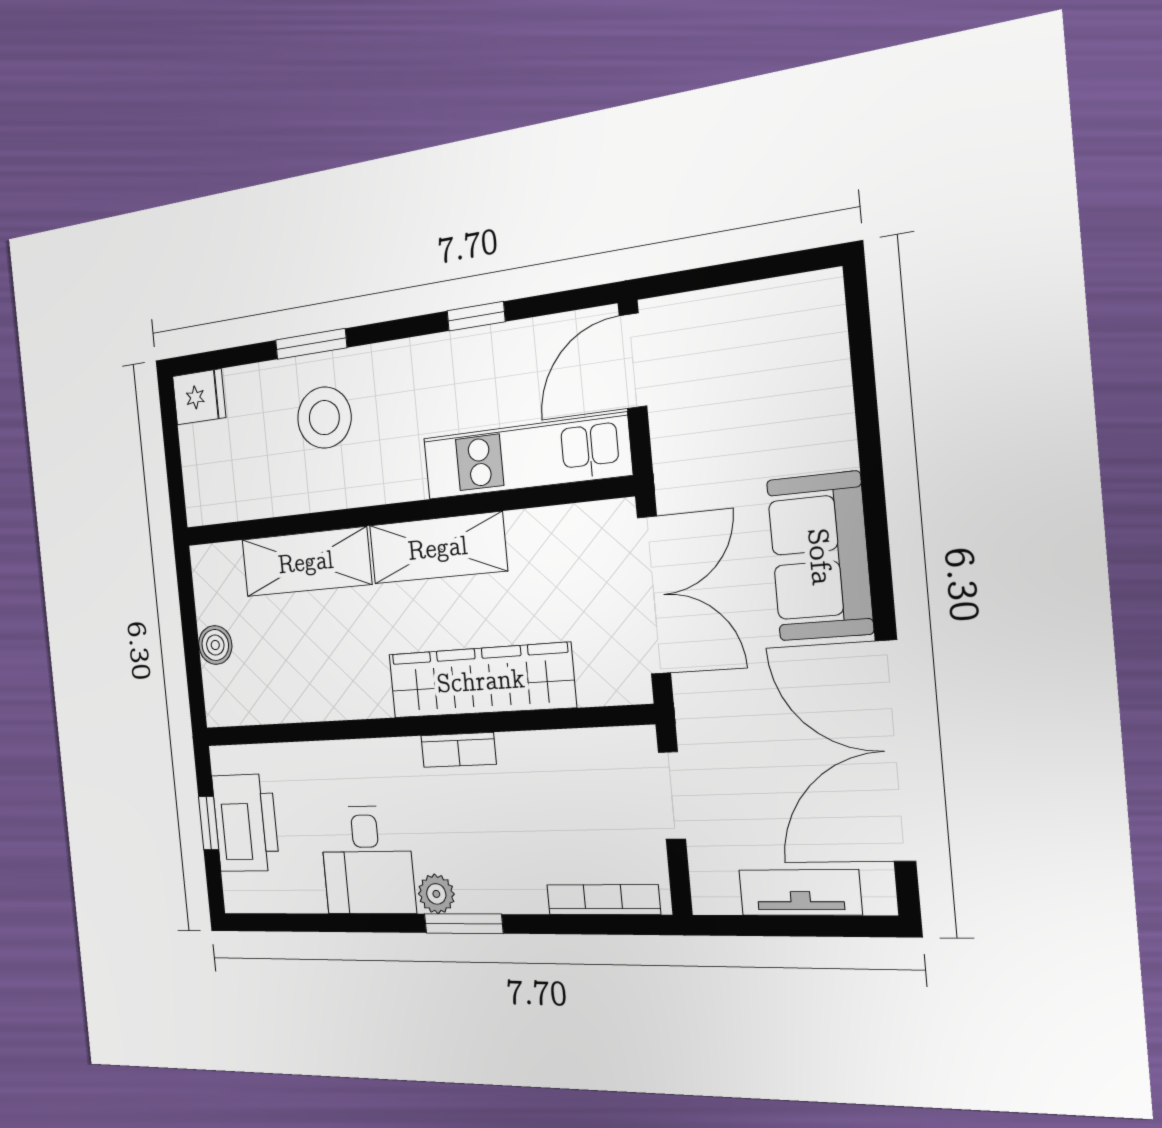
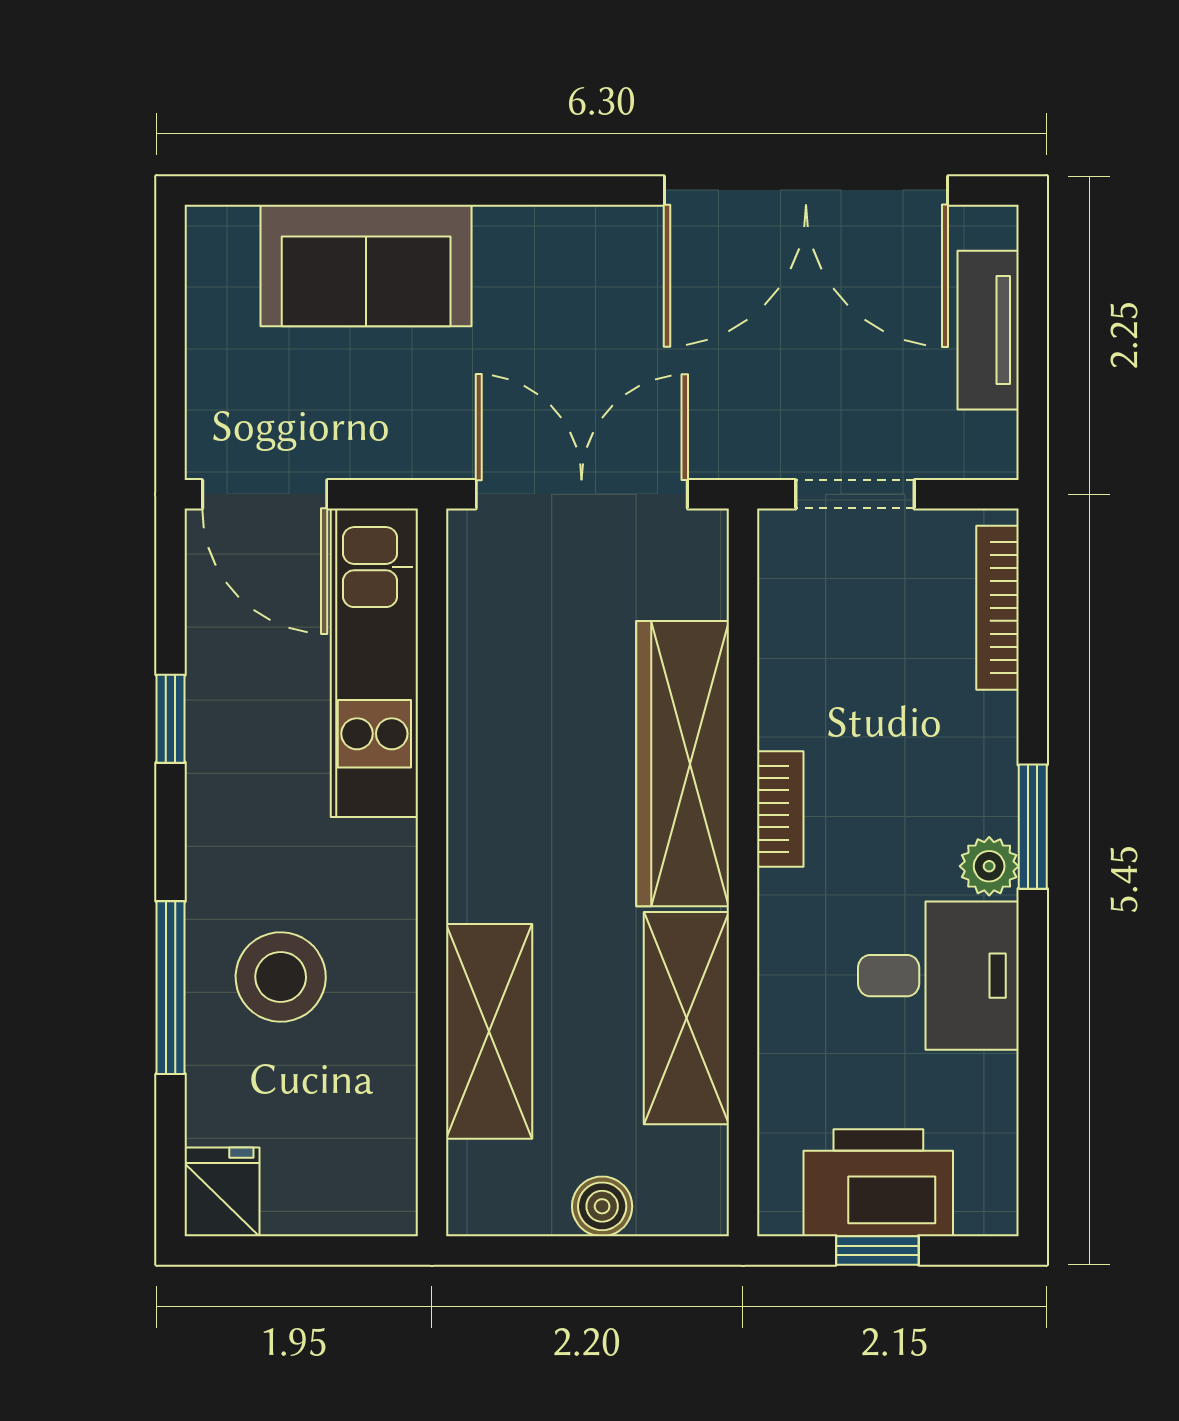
window: (311, 344) -> (171, 988), width x1.44
shelving: (438, 548) -> (686, 1018), moved
sofa: (820, 557) -> (366, 266), moved

